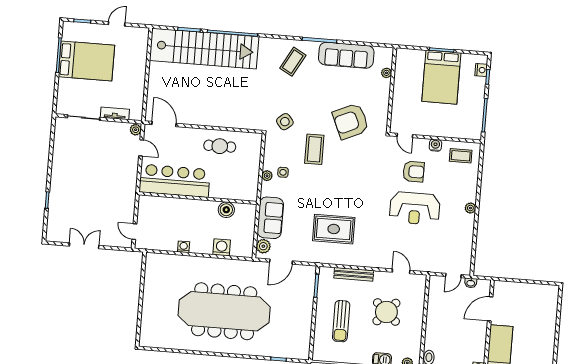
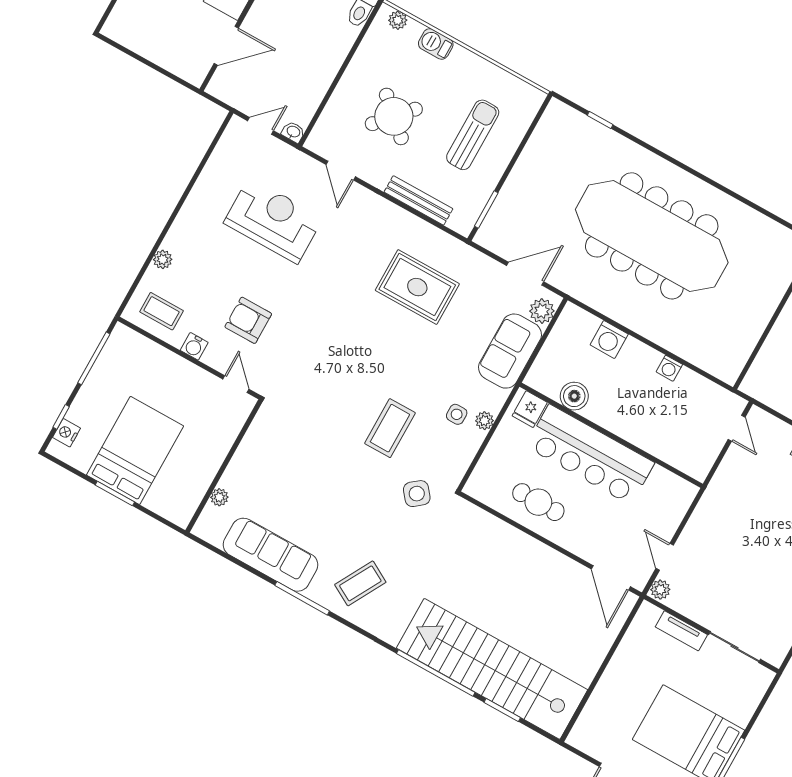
armchair: (351, 121) -> (312, 446), removed
bar counter: (175, 181) -> (590, 455), moved
fridge: (246, 192) -> (530, 409), added
reception desk: (415, 208) -> (273, 220), moved
plant: (470, 208) -> (163, 259), moved
washbasin: (471, 283) -> (293, 132), moved

